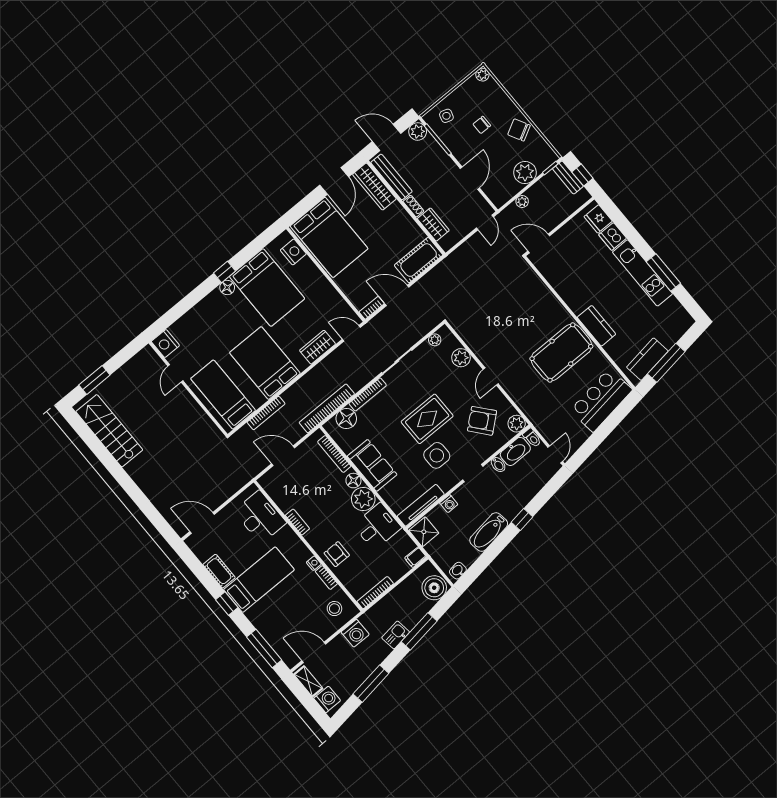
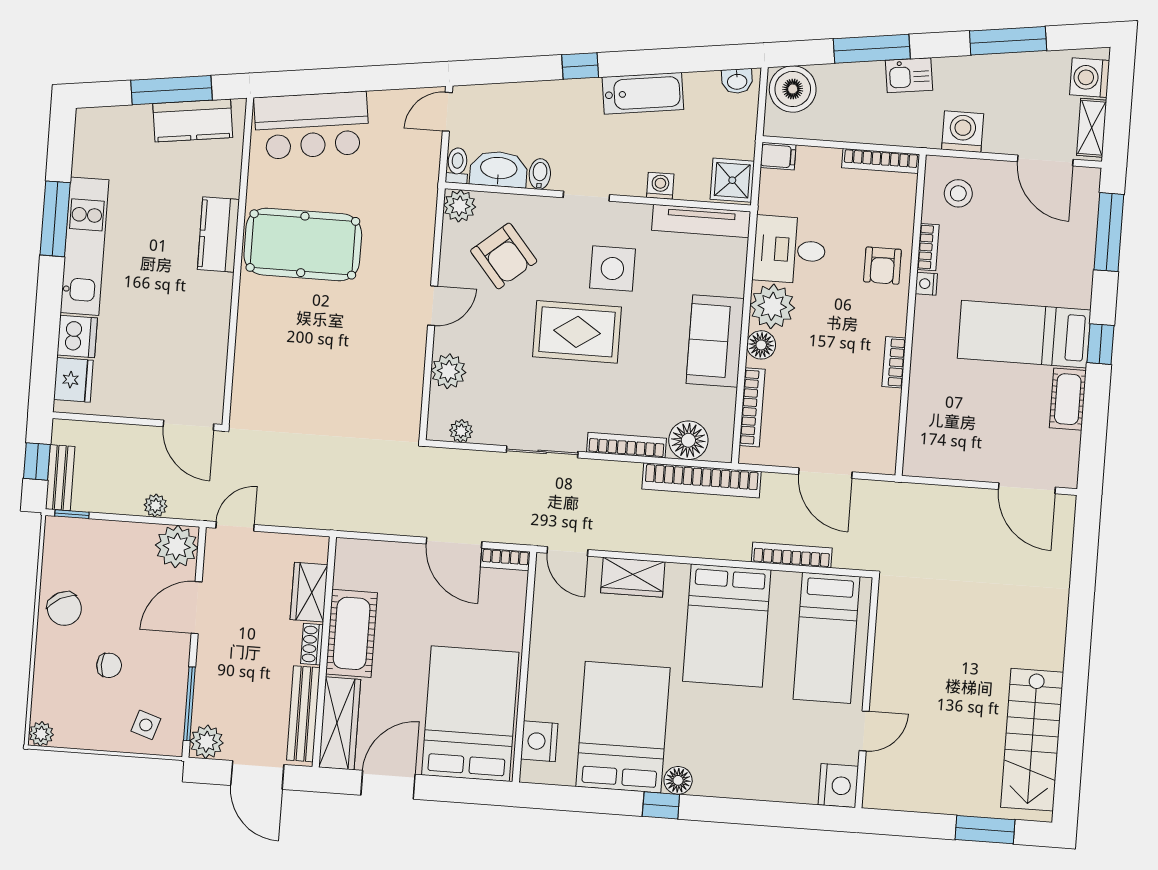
plant: (525, 173) -> (177, 547), moved
cot: (419, 260) -> (352, 633), moved, turned 90
desk: (260, 517) -> (939, 419), removed

